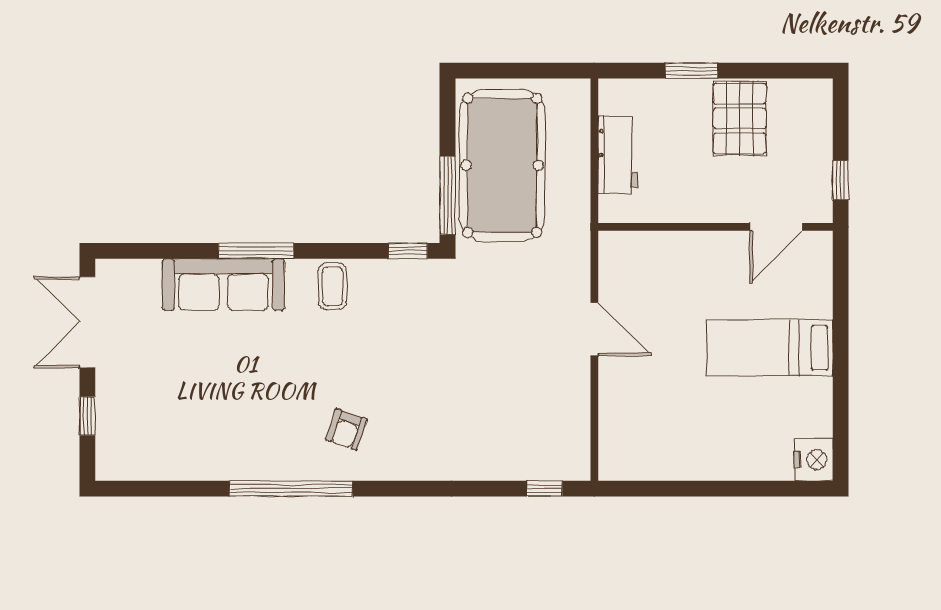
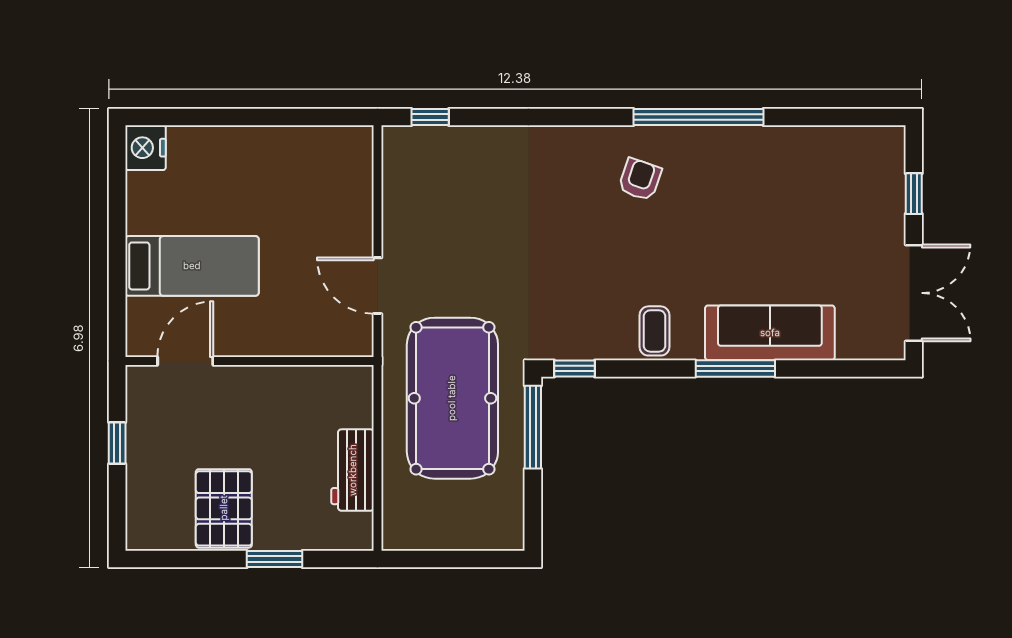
pool table: (502, 165) -> (452, 398), moved
wall: (715, 227) -> (249, 361), moved
door: (776, 227) -> (185, 361), moved

